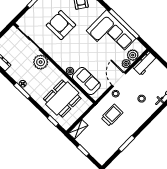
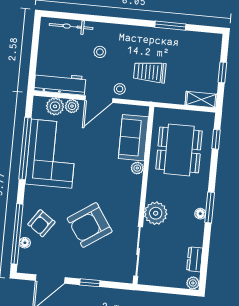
armchair: (61, 25) -> (90, 225), turned 56
workbench: (145, 63) -> (60, 84), width x1.38
dining table: (62, 99) -> (179, 150), turned 90

